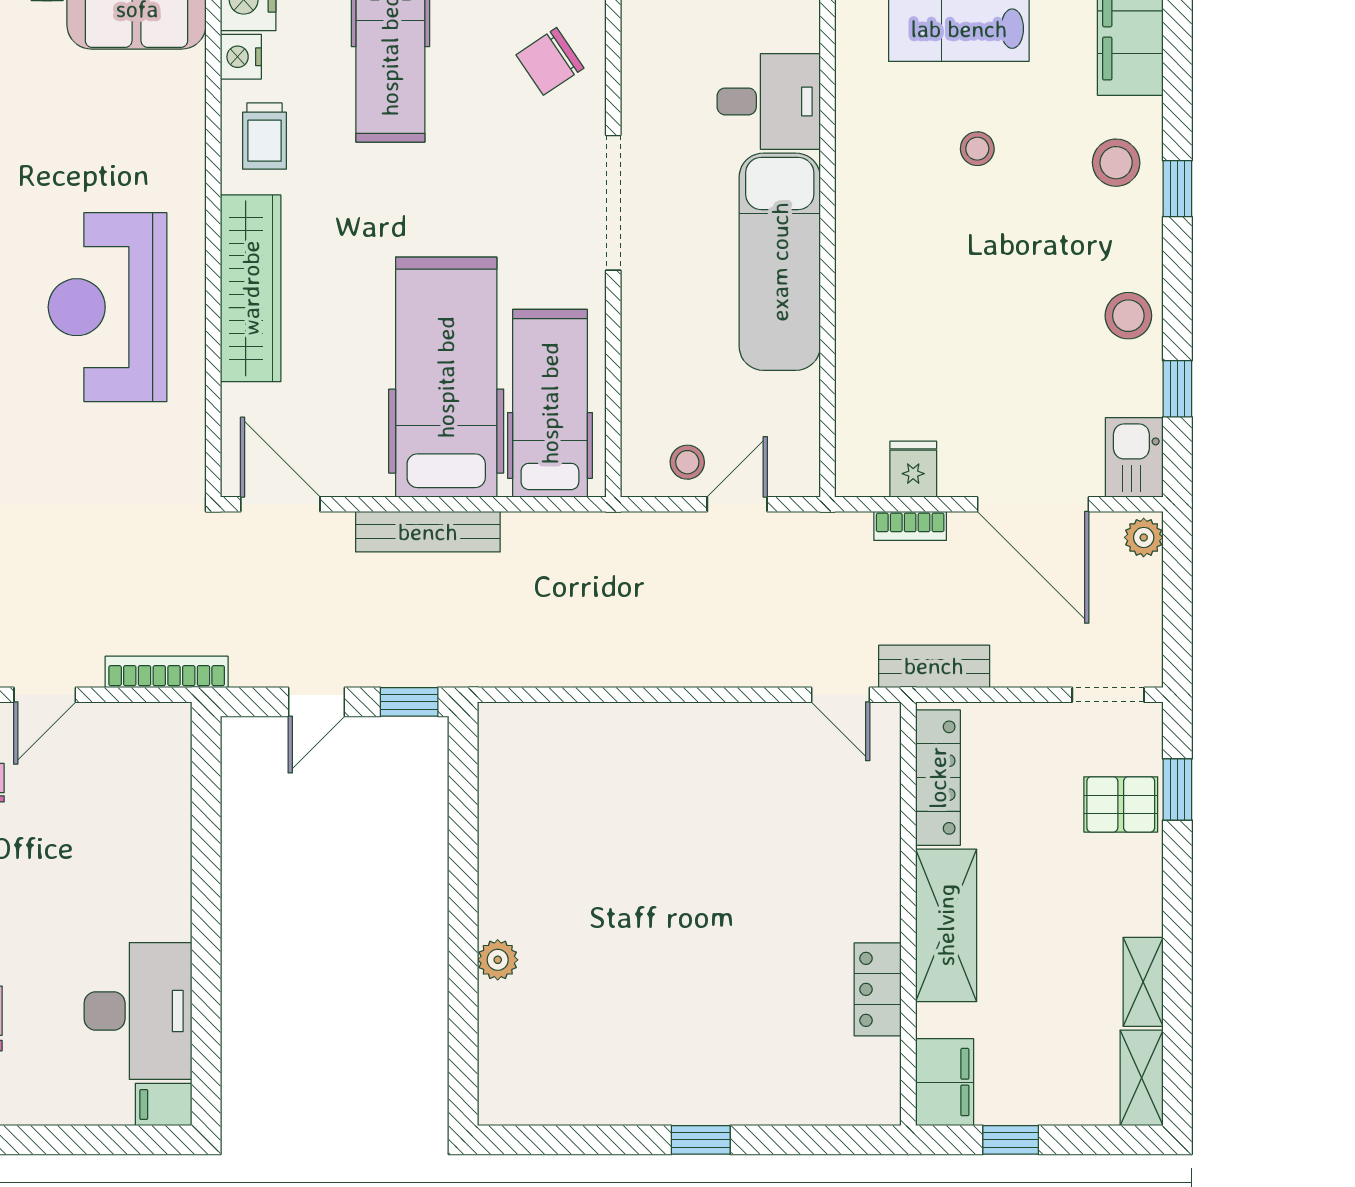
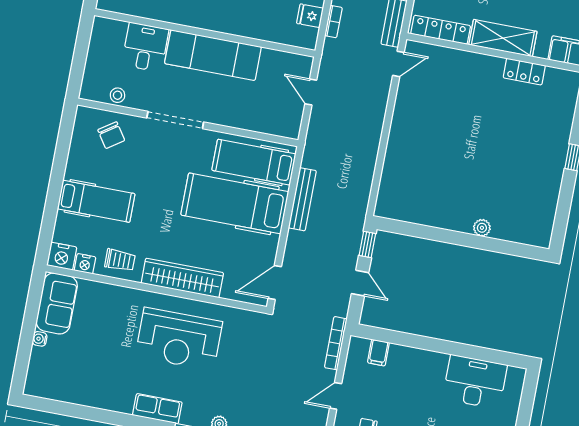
stool: (687, 462) -> (118, 95), moved
bench: (428, 532) -> (302, 199), moved
door: (45, 695) -> (336, 396), swing flipped
filing cabinet: (164, 1104) -> (378, 353), moved

